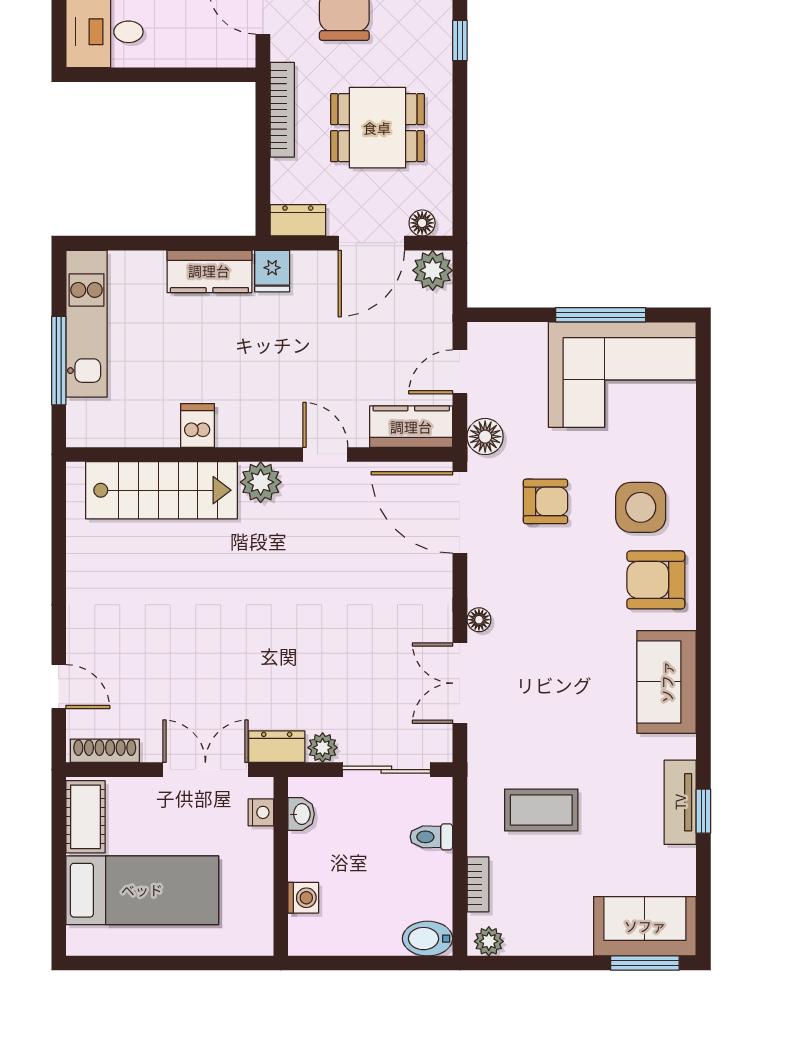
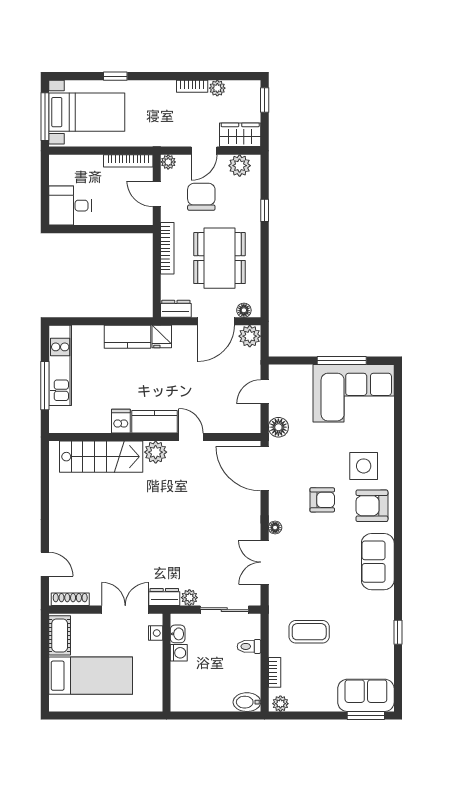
dining table: (377, 128) -> (219, 258), width x1.38
kitchen counter: (411, 427) -> (155, 422), moved
armchair: (545, 501) -> (322, 500), moved
tv unit: (680, 802) -> (385, 627), removed
washing machine: (303, 898) -> (179, 653), moved

